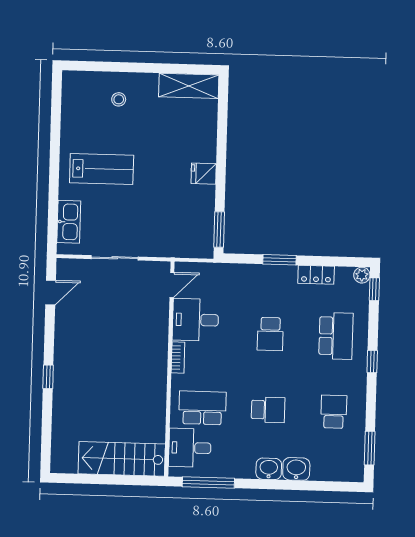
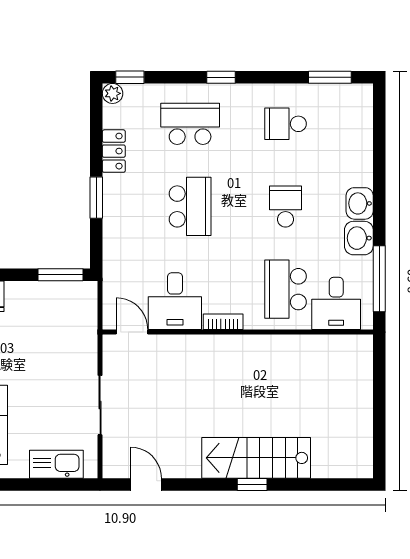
school desk: (270, 334) -> (190, 206), width x1.85
stairs: (122, 459) -> (256, 458), moved, turned 90
washbasin: (296, 469) -> (359, 238), moved

